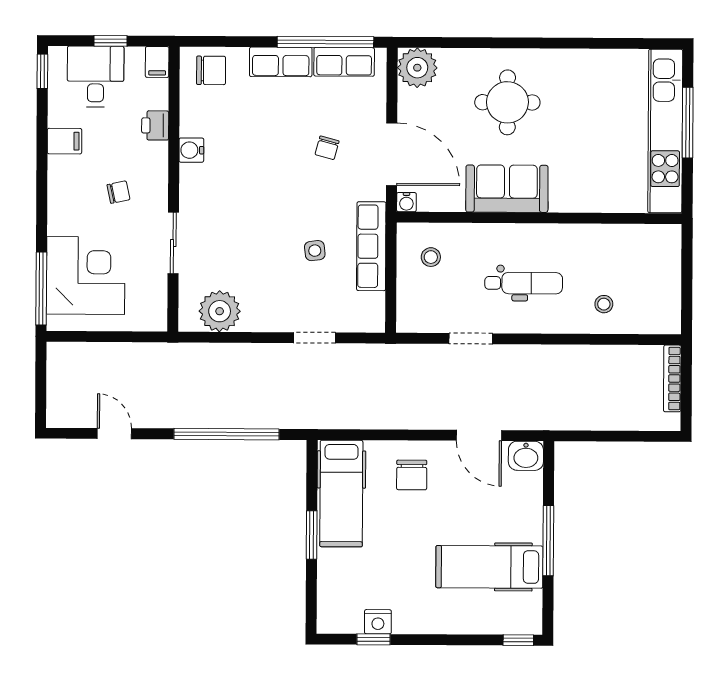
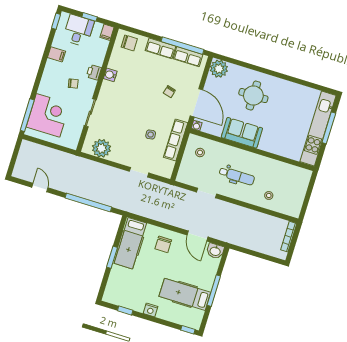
printer: (155, 125) -> (94, 72), moved
nightstand: (378, 622) -> (151, 310), moved

